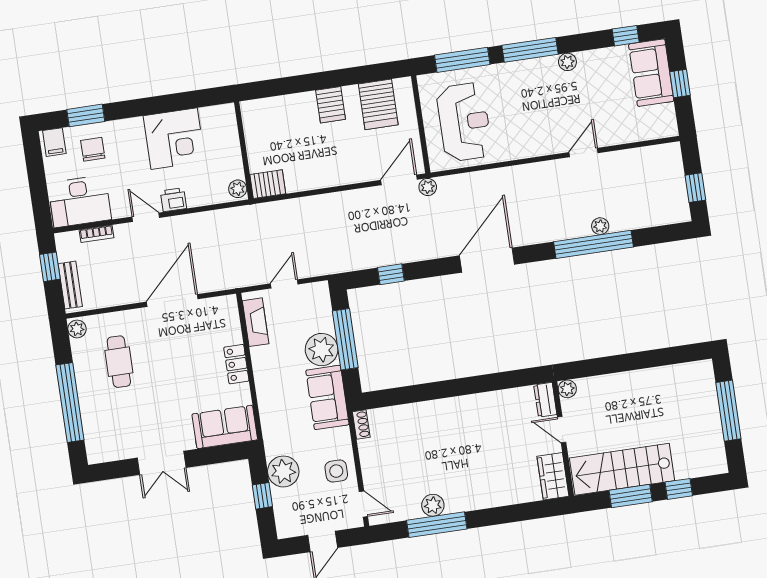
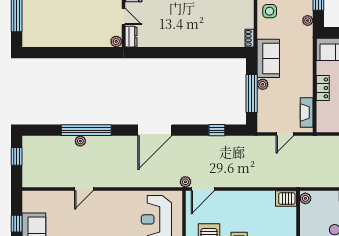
plant: (322, 350) -> (263, 84), width x0.53, depth x0.53
plant: (283, 471) -> (308, 20), width x0.53, depth x0.53

